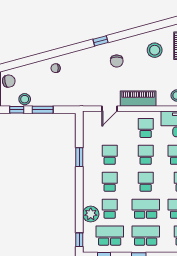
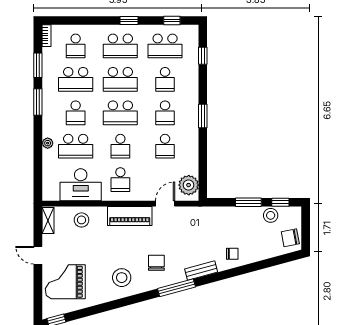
window: (100, 41) -> (176, 288), width x2.17
stool: (155, 50) -> (122, 278), moved
bench: (81, 55) -> (201, 271), added
window: (79, 157) -> (203, 116), moved
school desk: (146, 182) -> (120, 113), width x1.85
plant: (91, 214) -> (189, 185), moved
window: (79, 240) -> (203, 56), moved

